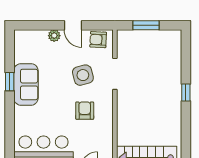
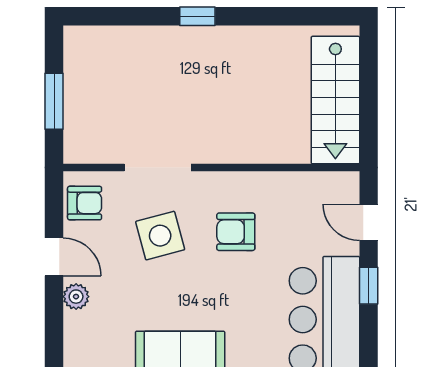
door: (73, 25) -> (54, 257), hinge flipped
armchair: (98, 40) -> (85, 203), turned -93

